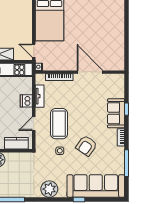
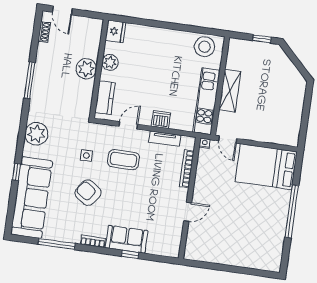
door: (34, 51) -> (228, 139), swing flipped
door: (90, 72) -> (188, 212), width x0.53
door: (34, 124) -> (128, 125), hinge flipped
coffee table: (59, 124) -> (123, 160), width x0.73, depth x0.76

